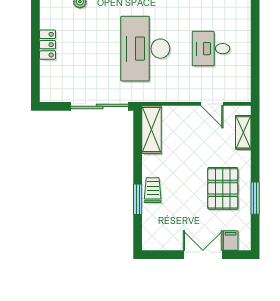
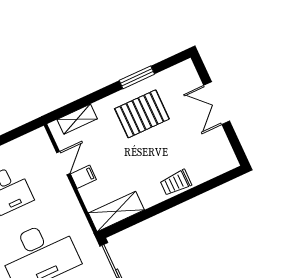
window: (138, 199) -> (192, 193), removed
filing cabinet: (231, 241) -> (83, 177), moved, turned 180

